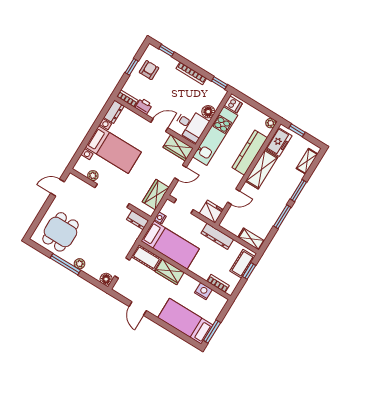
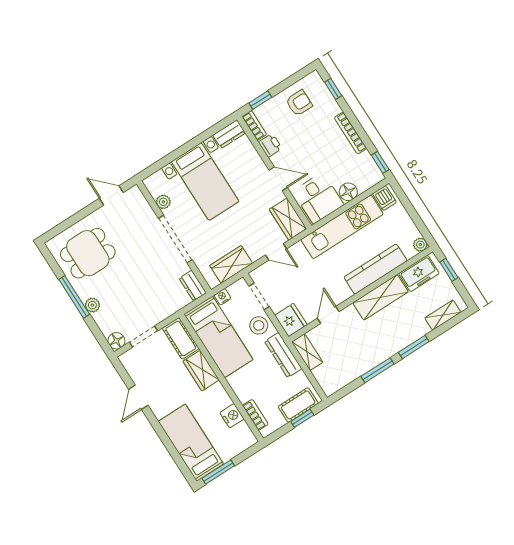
window: (132, 67) -> (260, 100), moved
door: (234, 197) -> (328, 315), swing flipped
stool: (192, 225) -> (259, 325), added
shelving: (251, 239) -> (307, 352), moved

